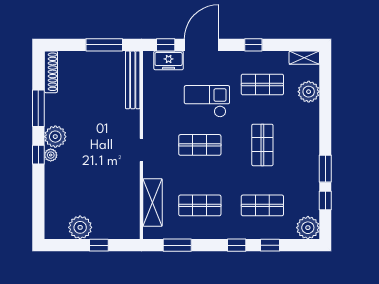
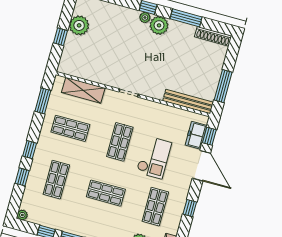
shop shelf: (200, 205) -> (70, 128), turned 90
plant: (308, 228) -> (22, 215), width x0.53, depth x0.53

